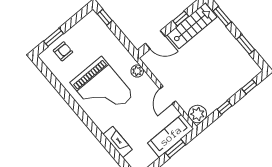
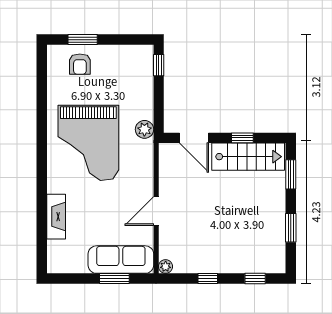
armchair: (63, 51) -> (80, 64), turned 90
plant: (137, 71) -> (144, 129), moved
plant: (198, 114) -> (166, 267), width x0.53, depth x0.53

